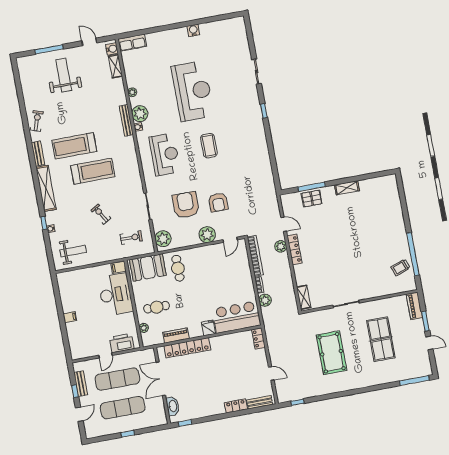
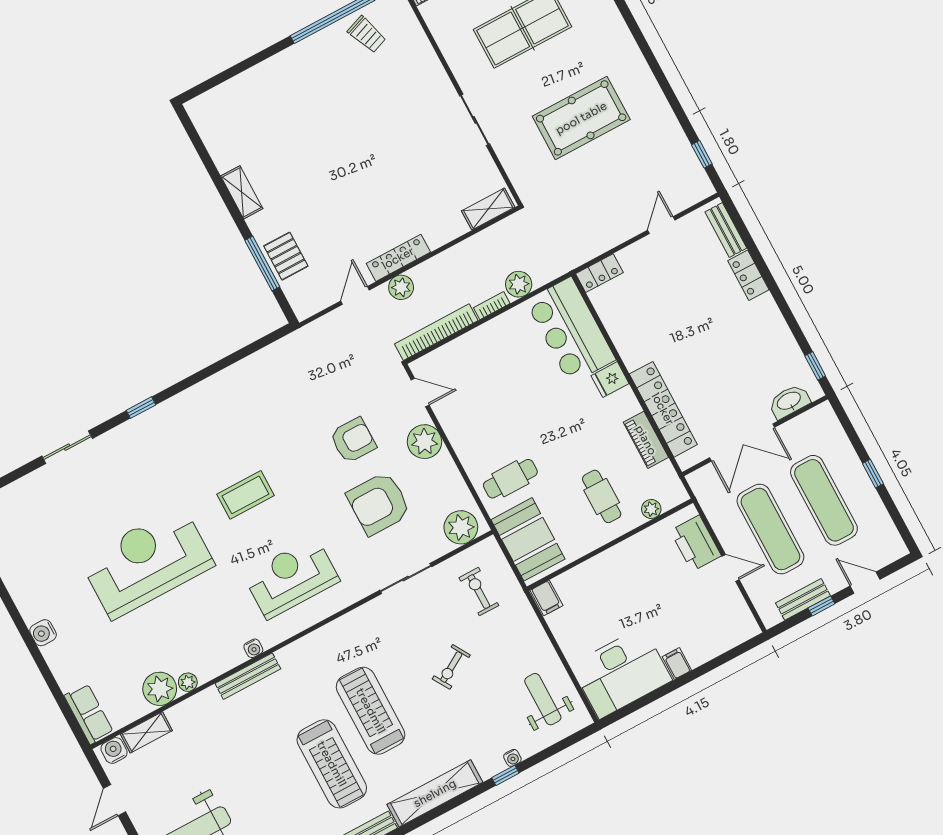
water cooler: (193, 30) -> (43, 633), moved
plant: (140, 114) -> (160, 689), moved
desk: (115, 294) -> (621, 673), moved, turned 180

